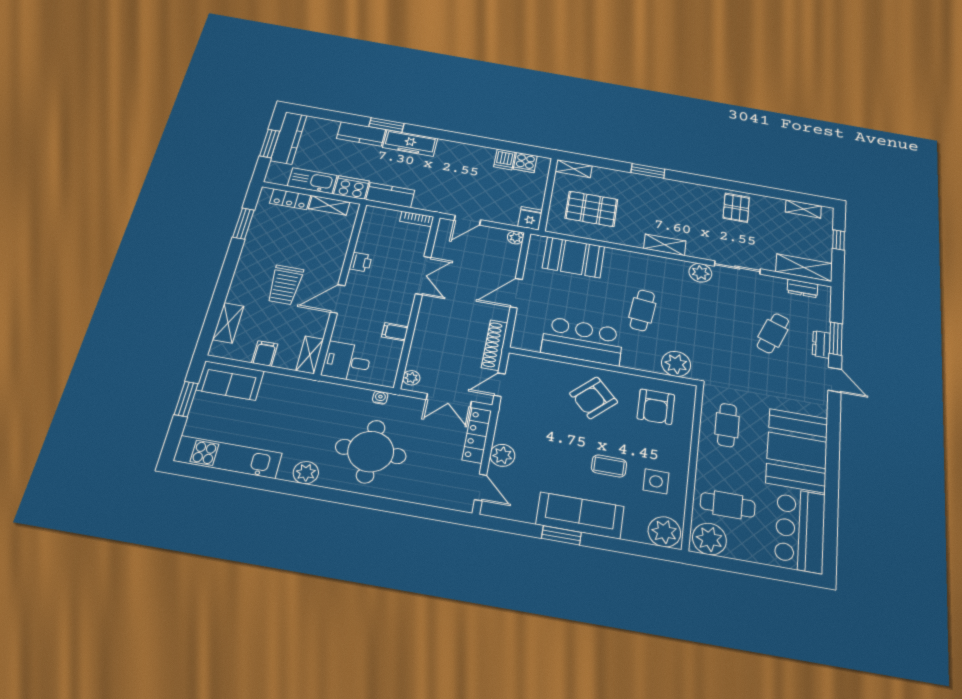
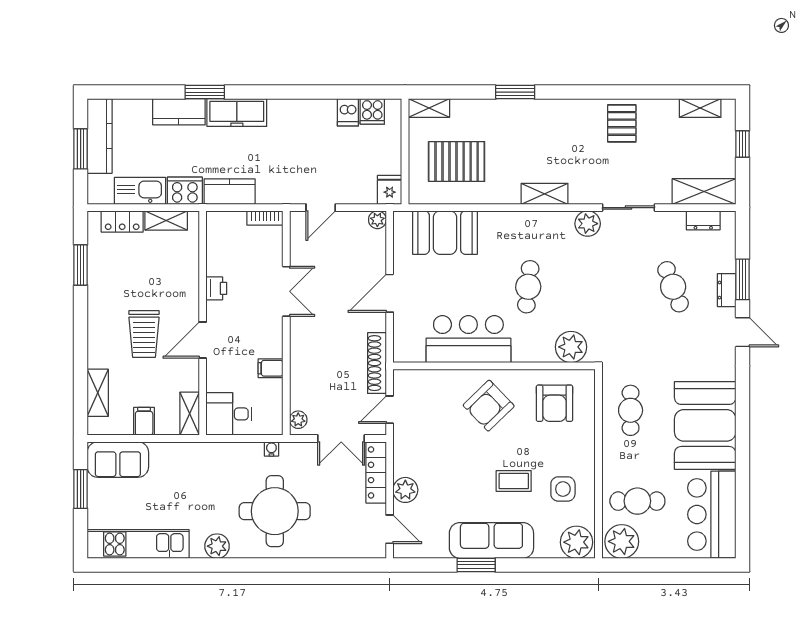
cafe table: (773, 333) -> (673, 287), turned -42

